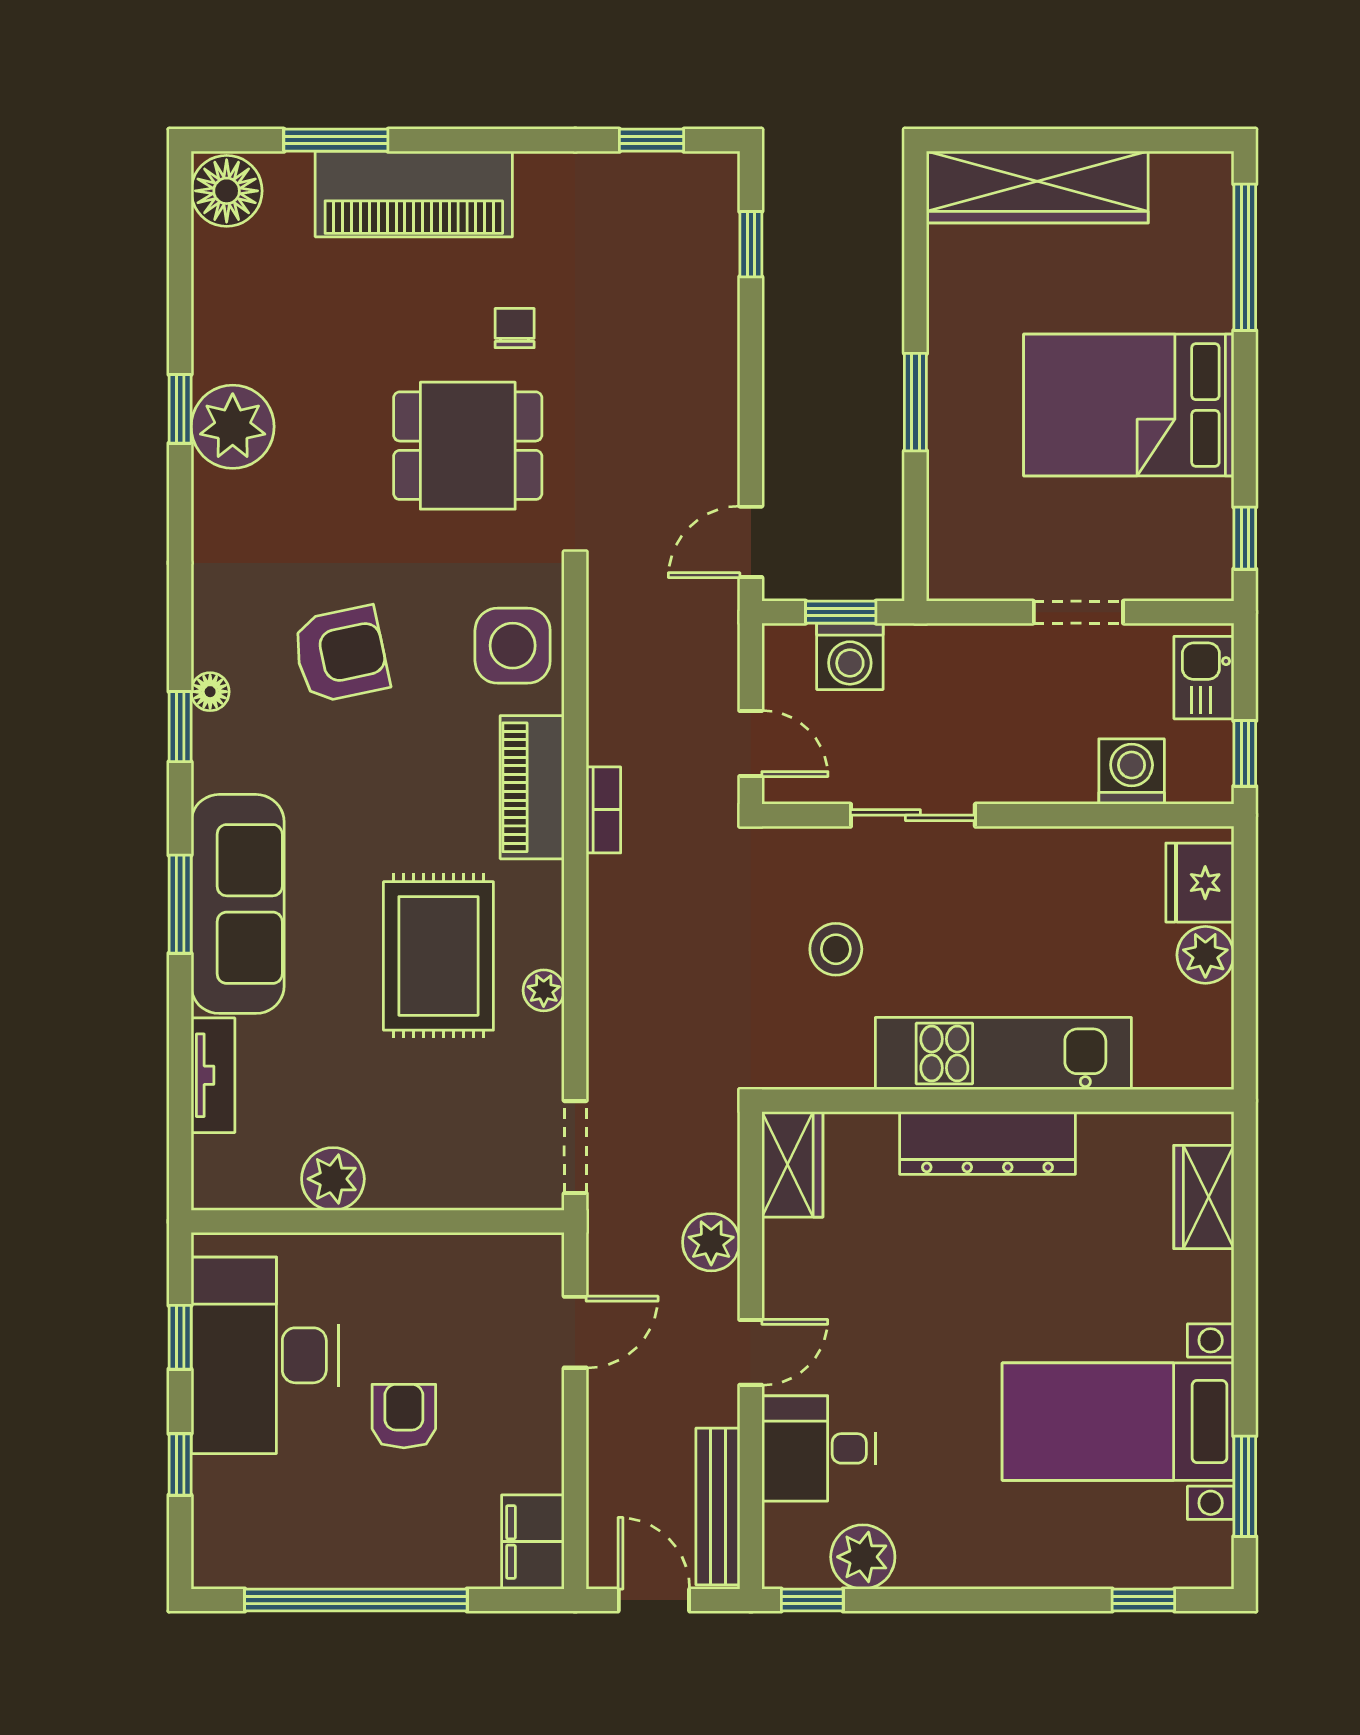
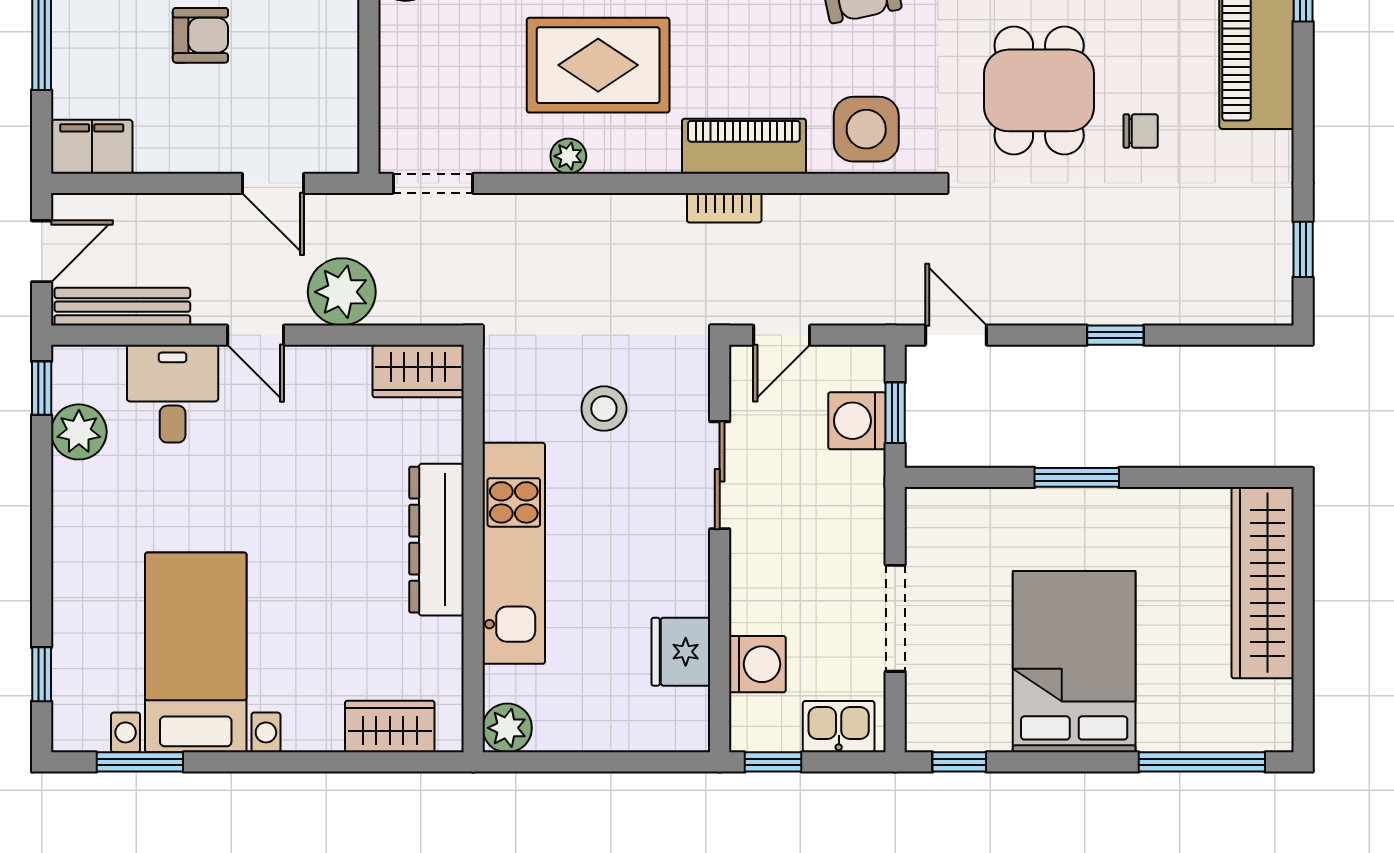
window: (751, 244) -> (1115, 335), moved
doorway: (1078, 612) -> (895, 618), width x1.38
fridge: (1200, 883) -> (681, 652), moved, turned -90
plant: (1205, 955) -> (507, 728), moved
plant: (711, 1242) -> (342, 292), width x1.36, depth x1.36

